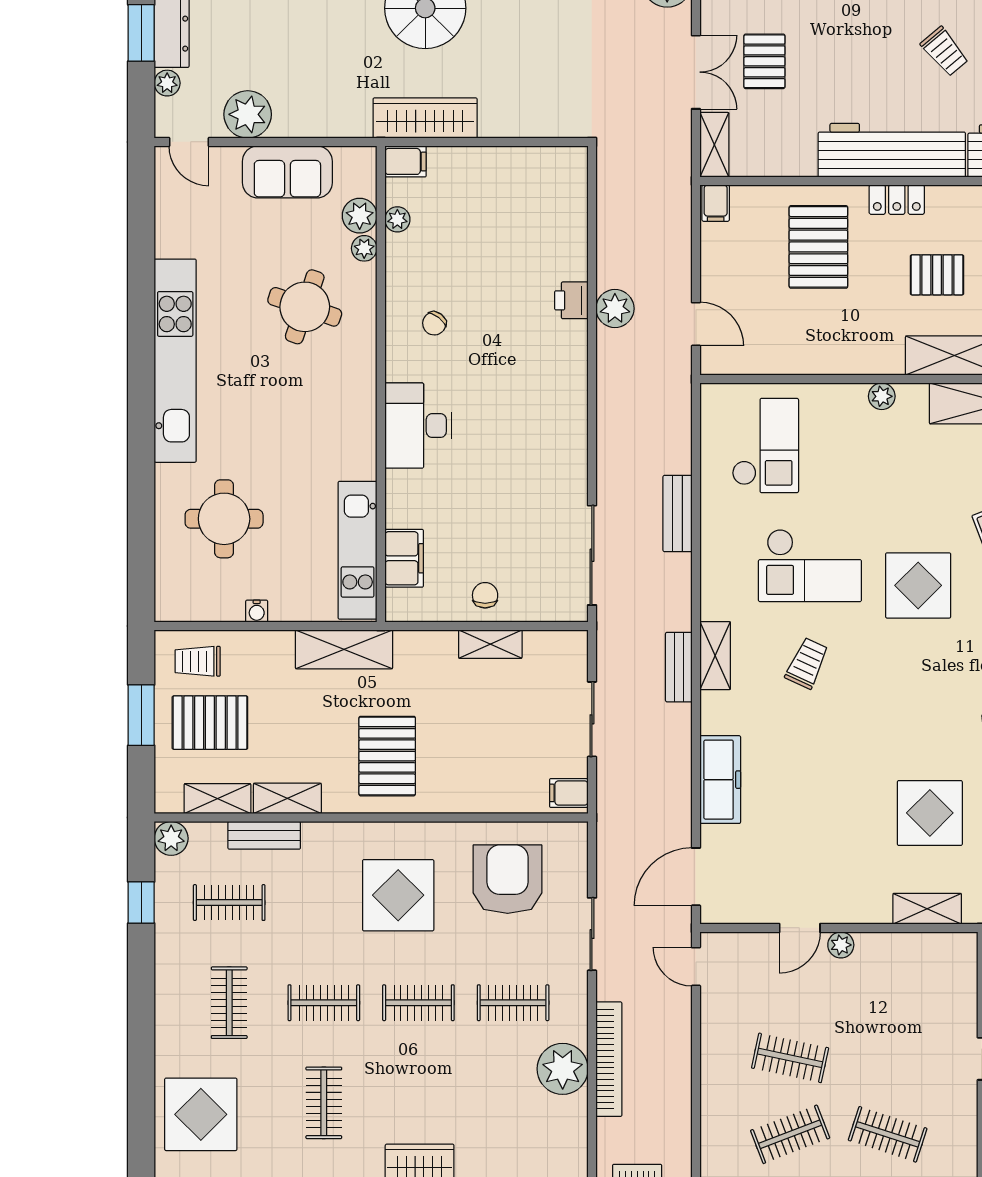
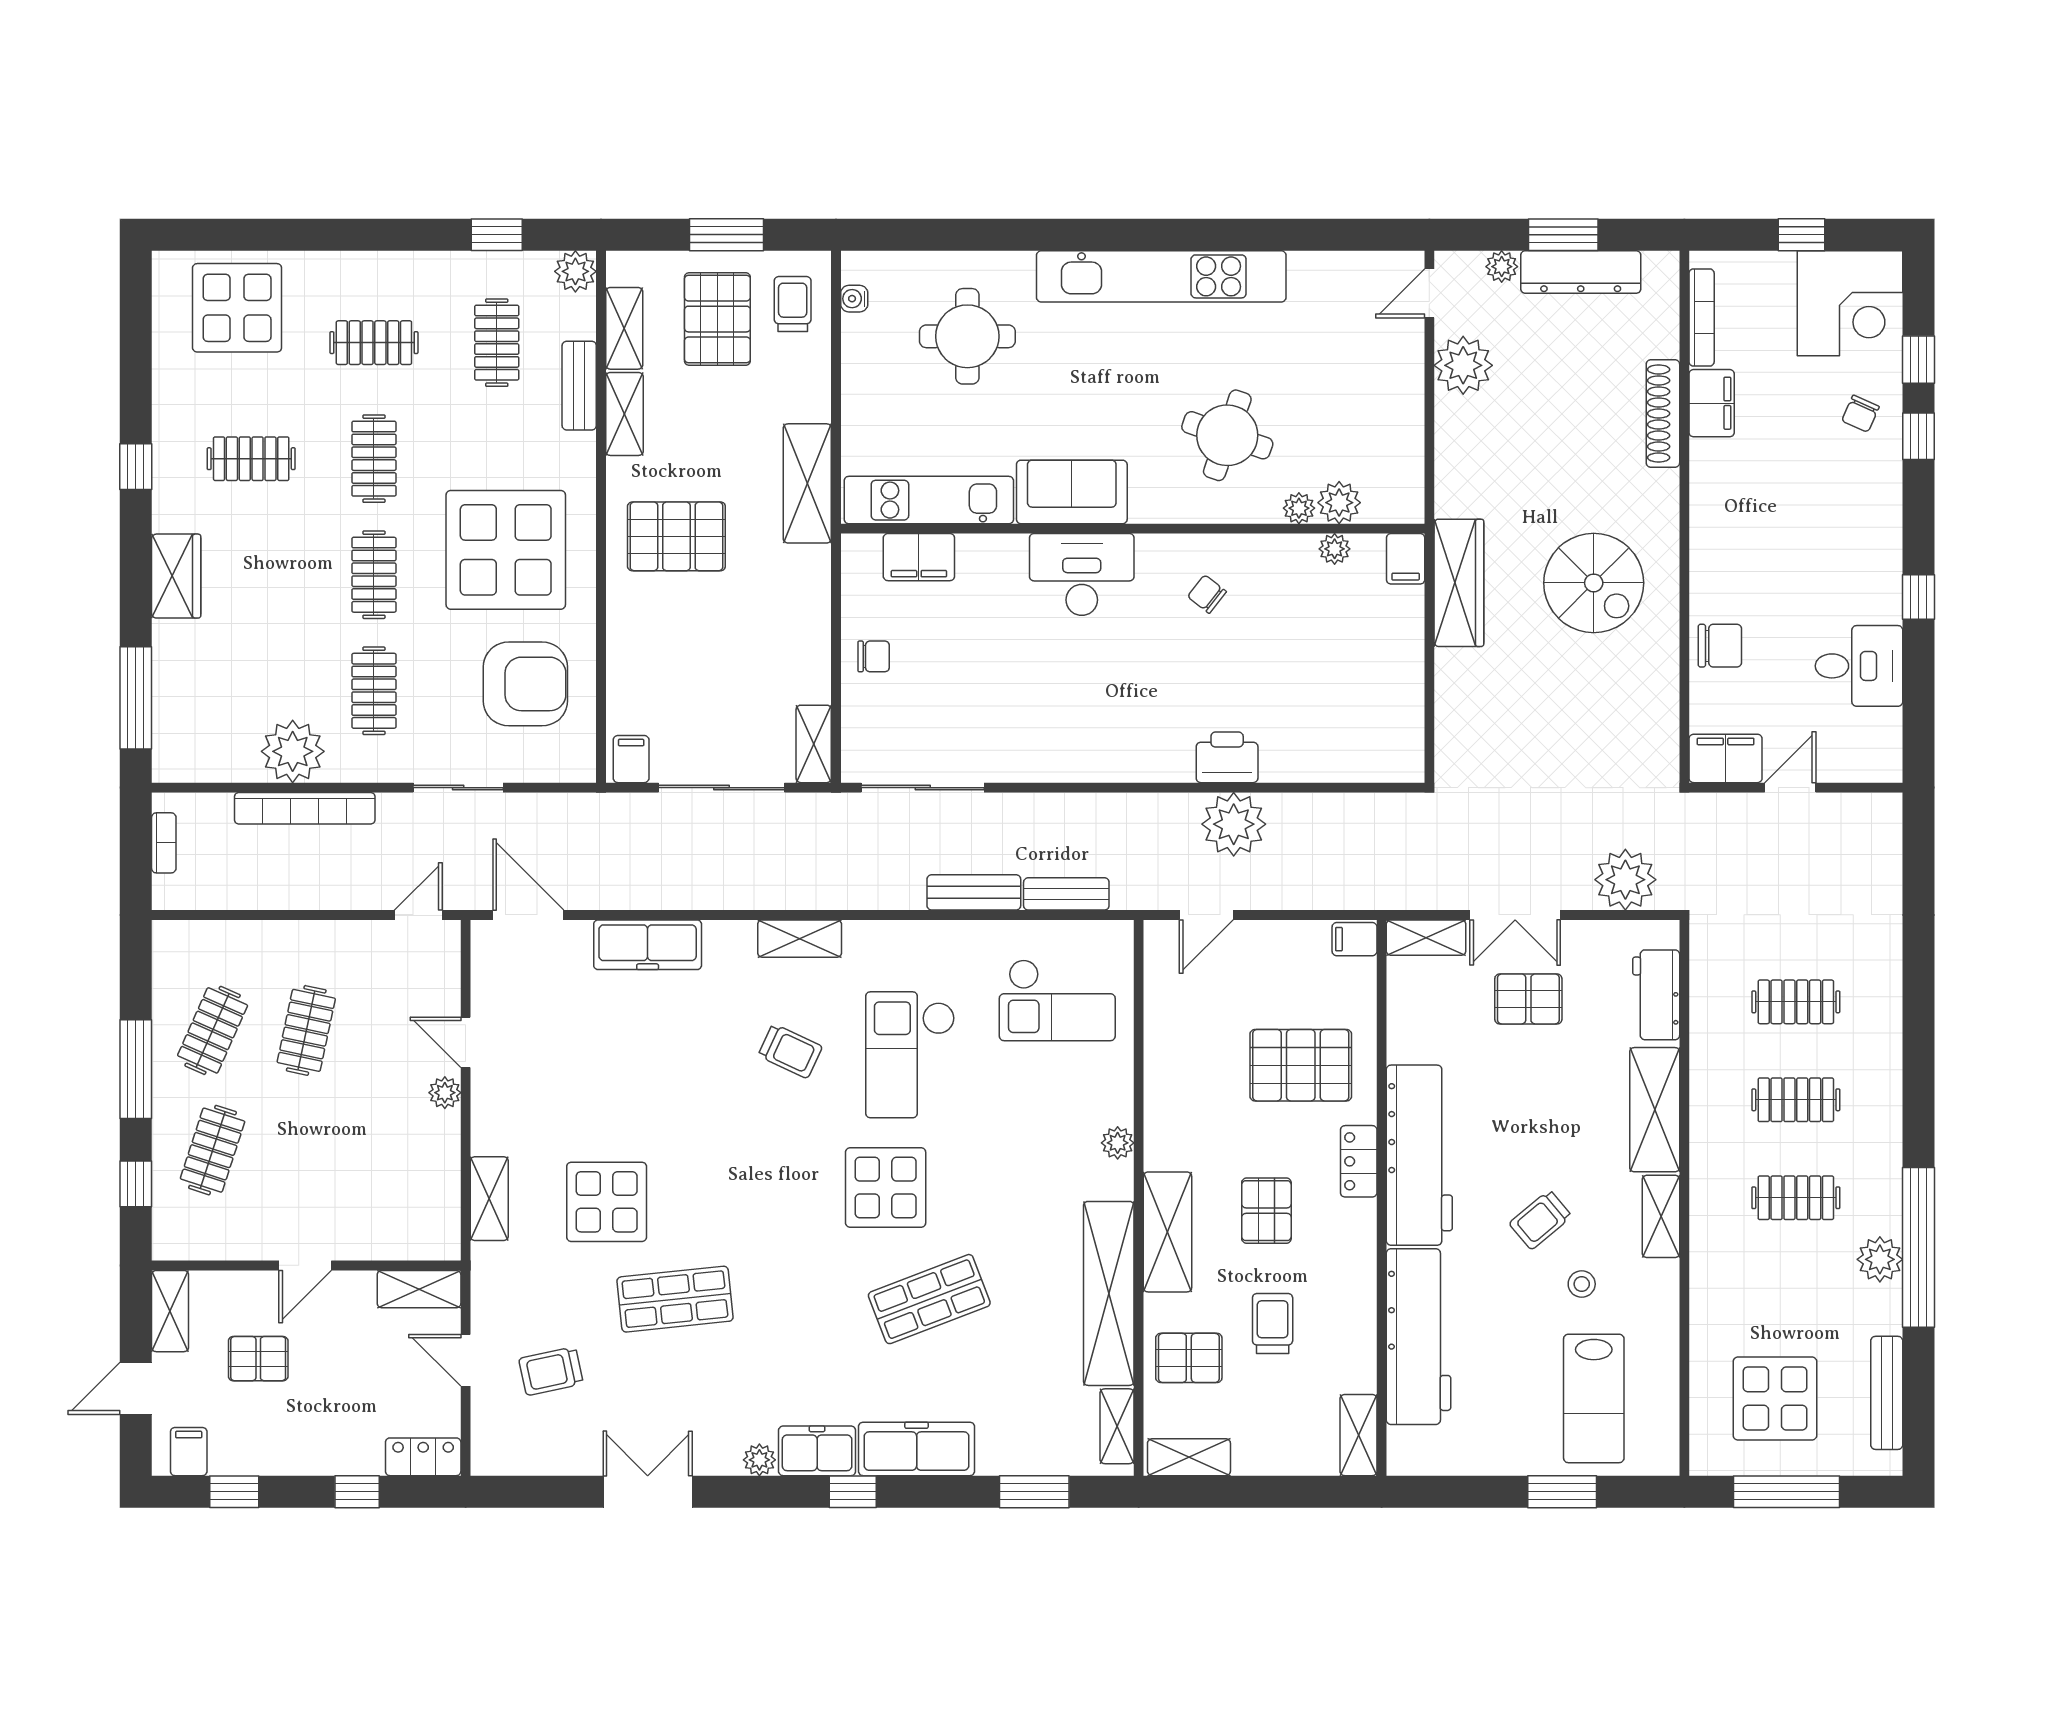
sofa: (287, 172) -> (1072, 492), moved, turned 90
printer: (571, 300) -> (1227, 757), width x1.36, depth x1.24
plant: (615, 309) -> (1234, 824), width x1.36, depth x1.36
water cooler: (257, 611) -> (854, 299), moved
shelving: (490, 644) -> (814, 744), moved
bench: (679, 667) -> (1066, 894), moved
sliding door: (592, 719) -> (722, 788), width x1.37
display table: (398, 895) -> (506, 550), width x1.36, depth x1.36
clothes rail: (790, 1134) -> (213, 1030), turned 45

